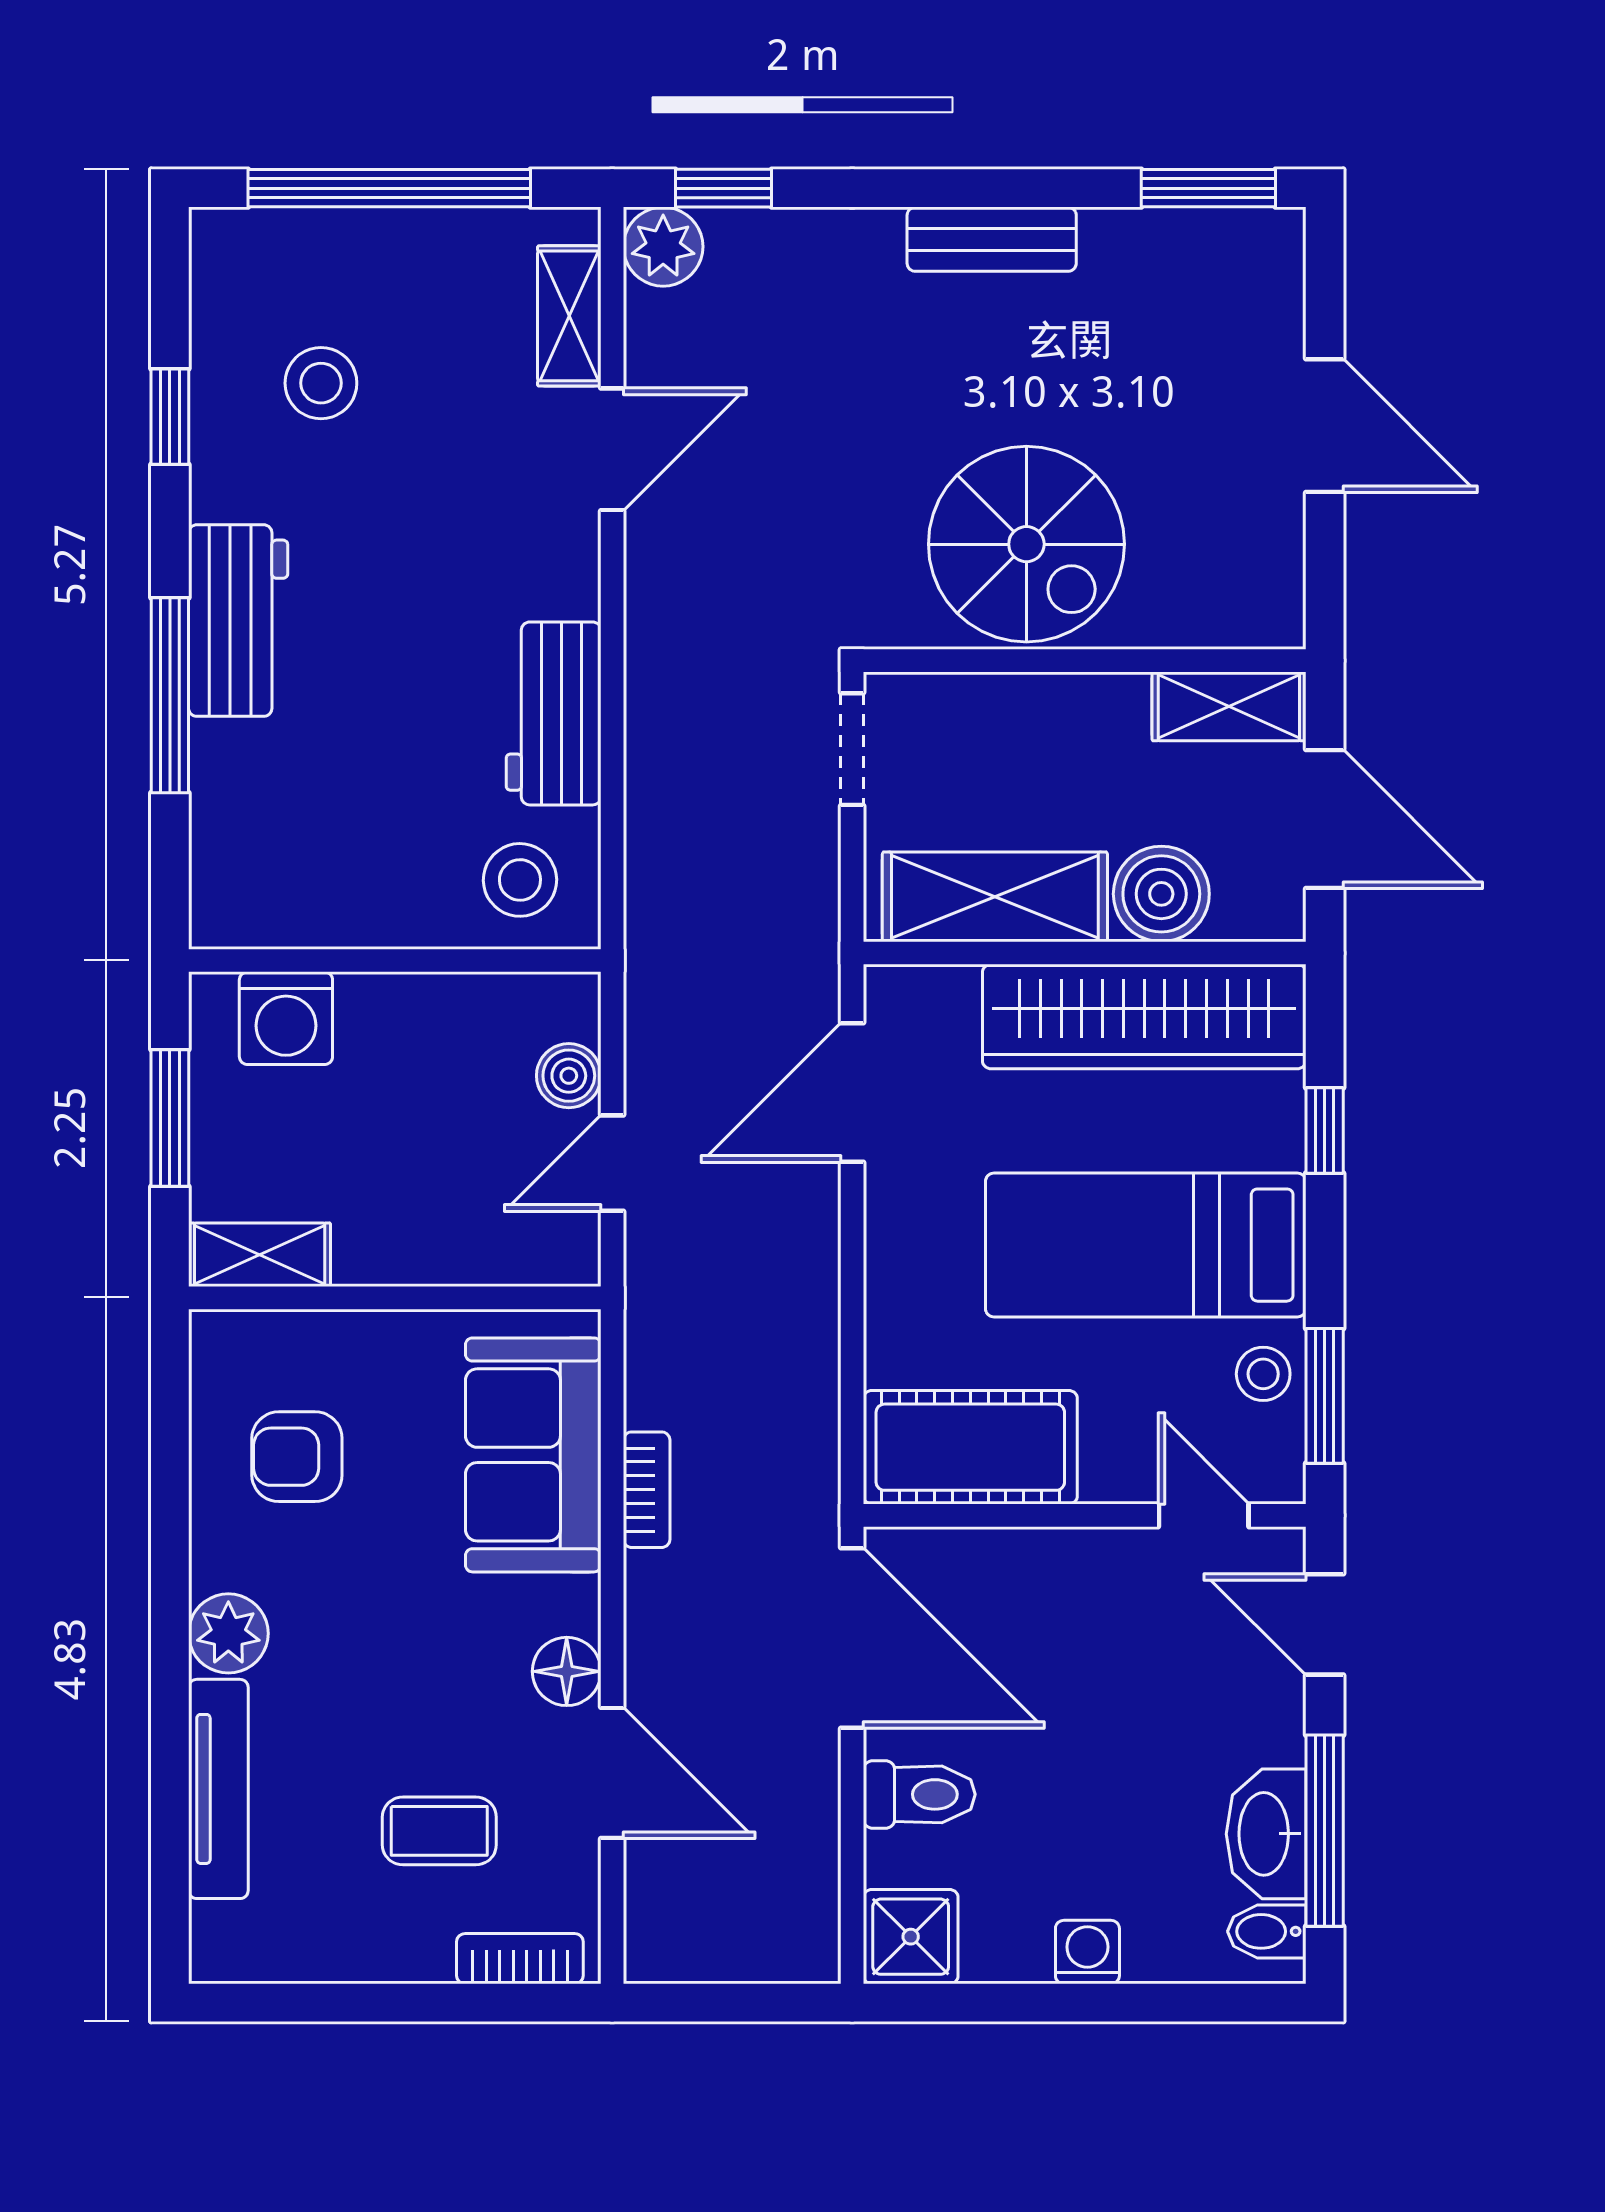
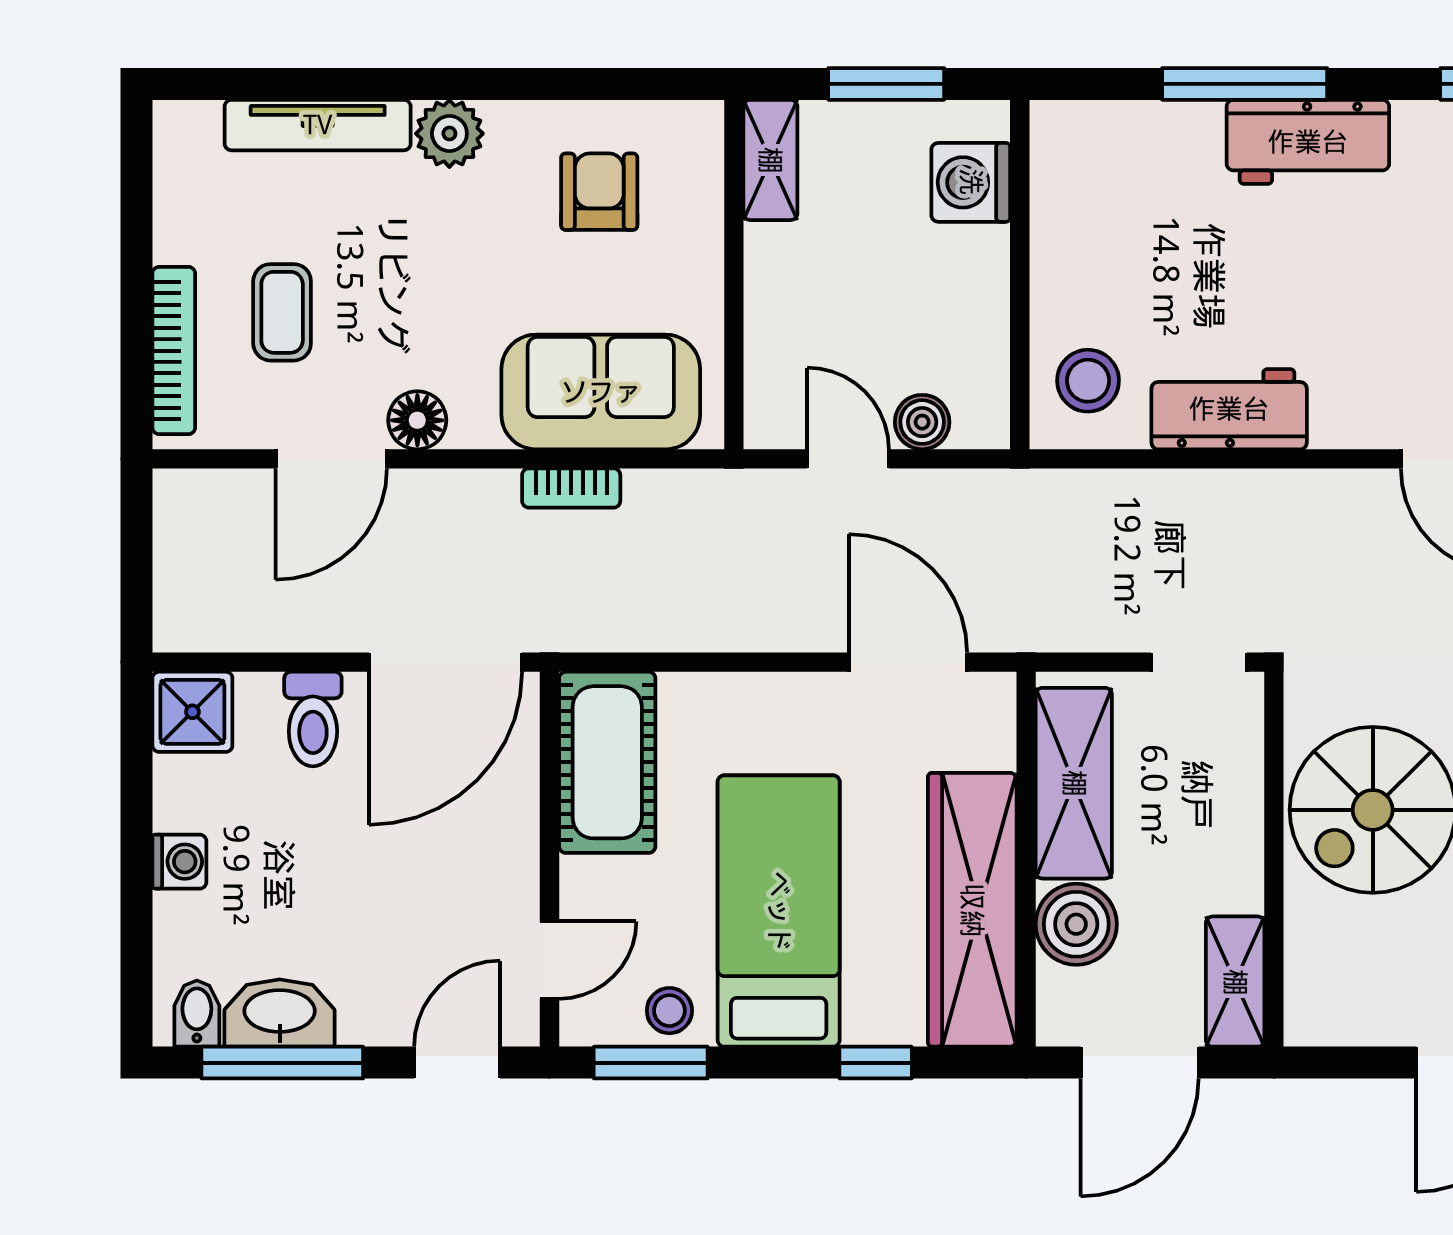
bookcase: (520, 1959) -> (174, 351), width x1.56

